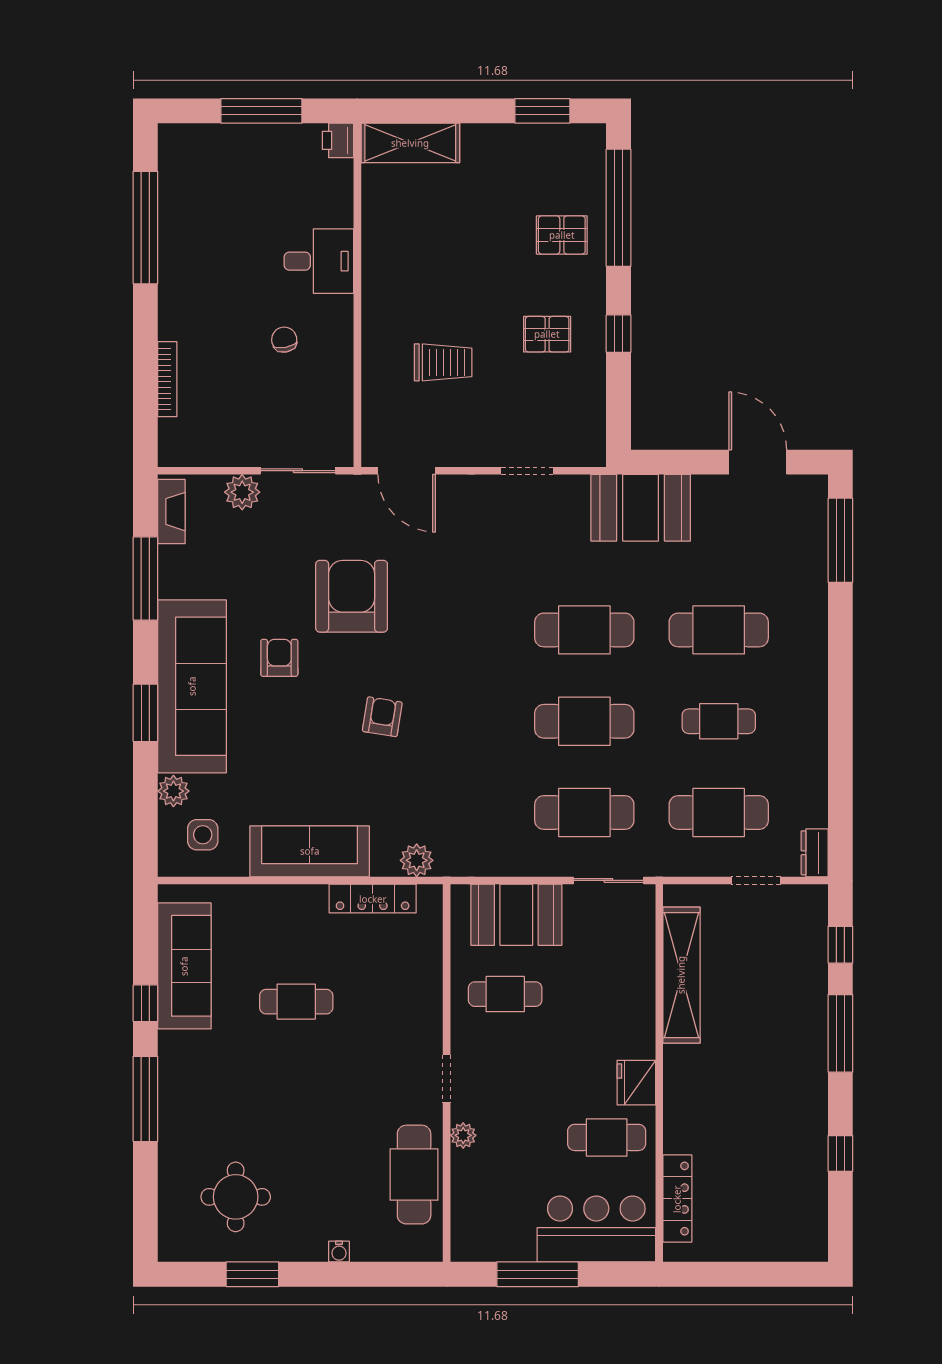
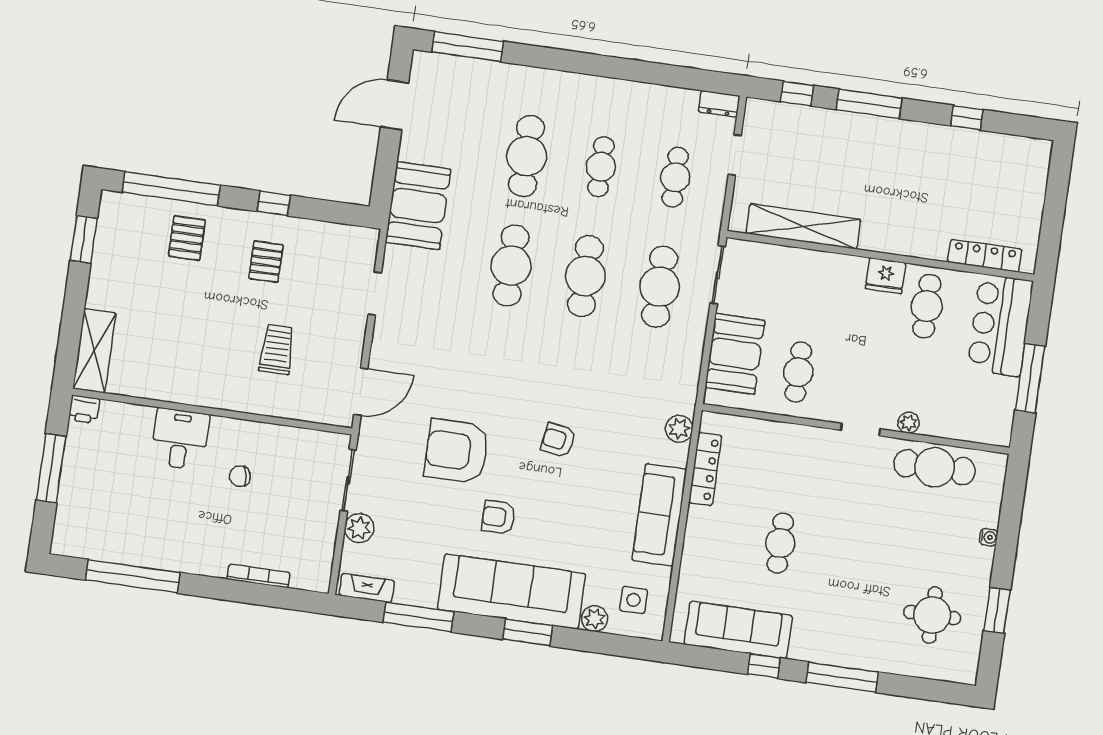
cafe table: (719, 812) -> (675, 177), width x0.73, depth x0.74

